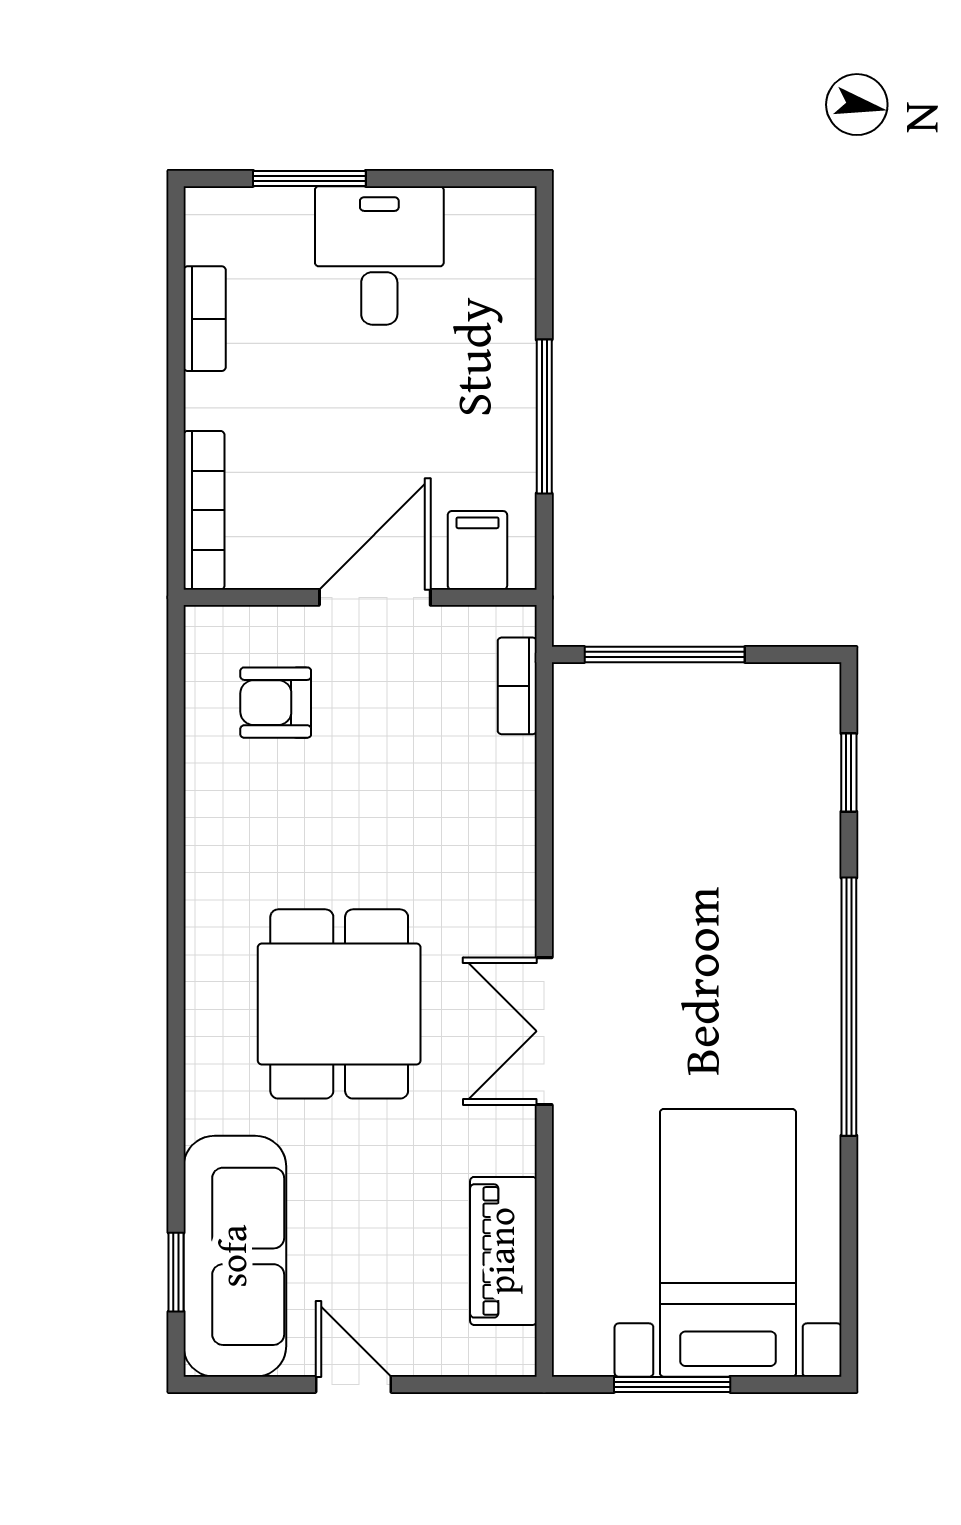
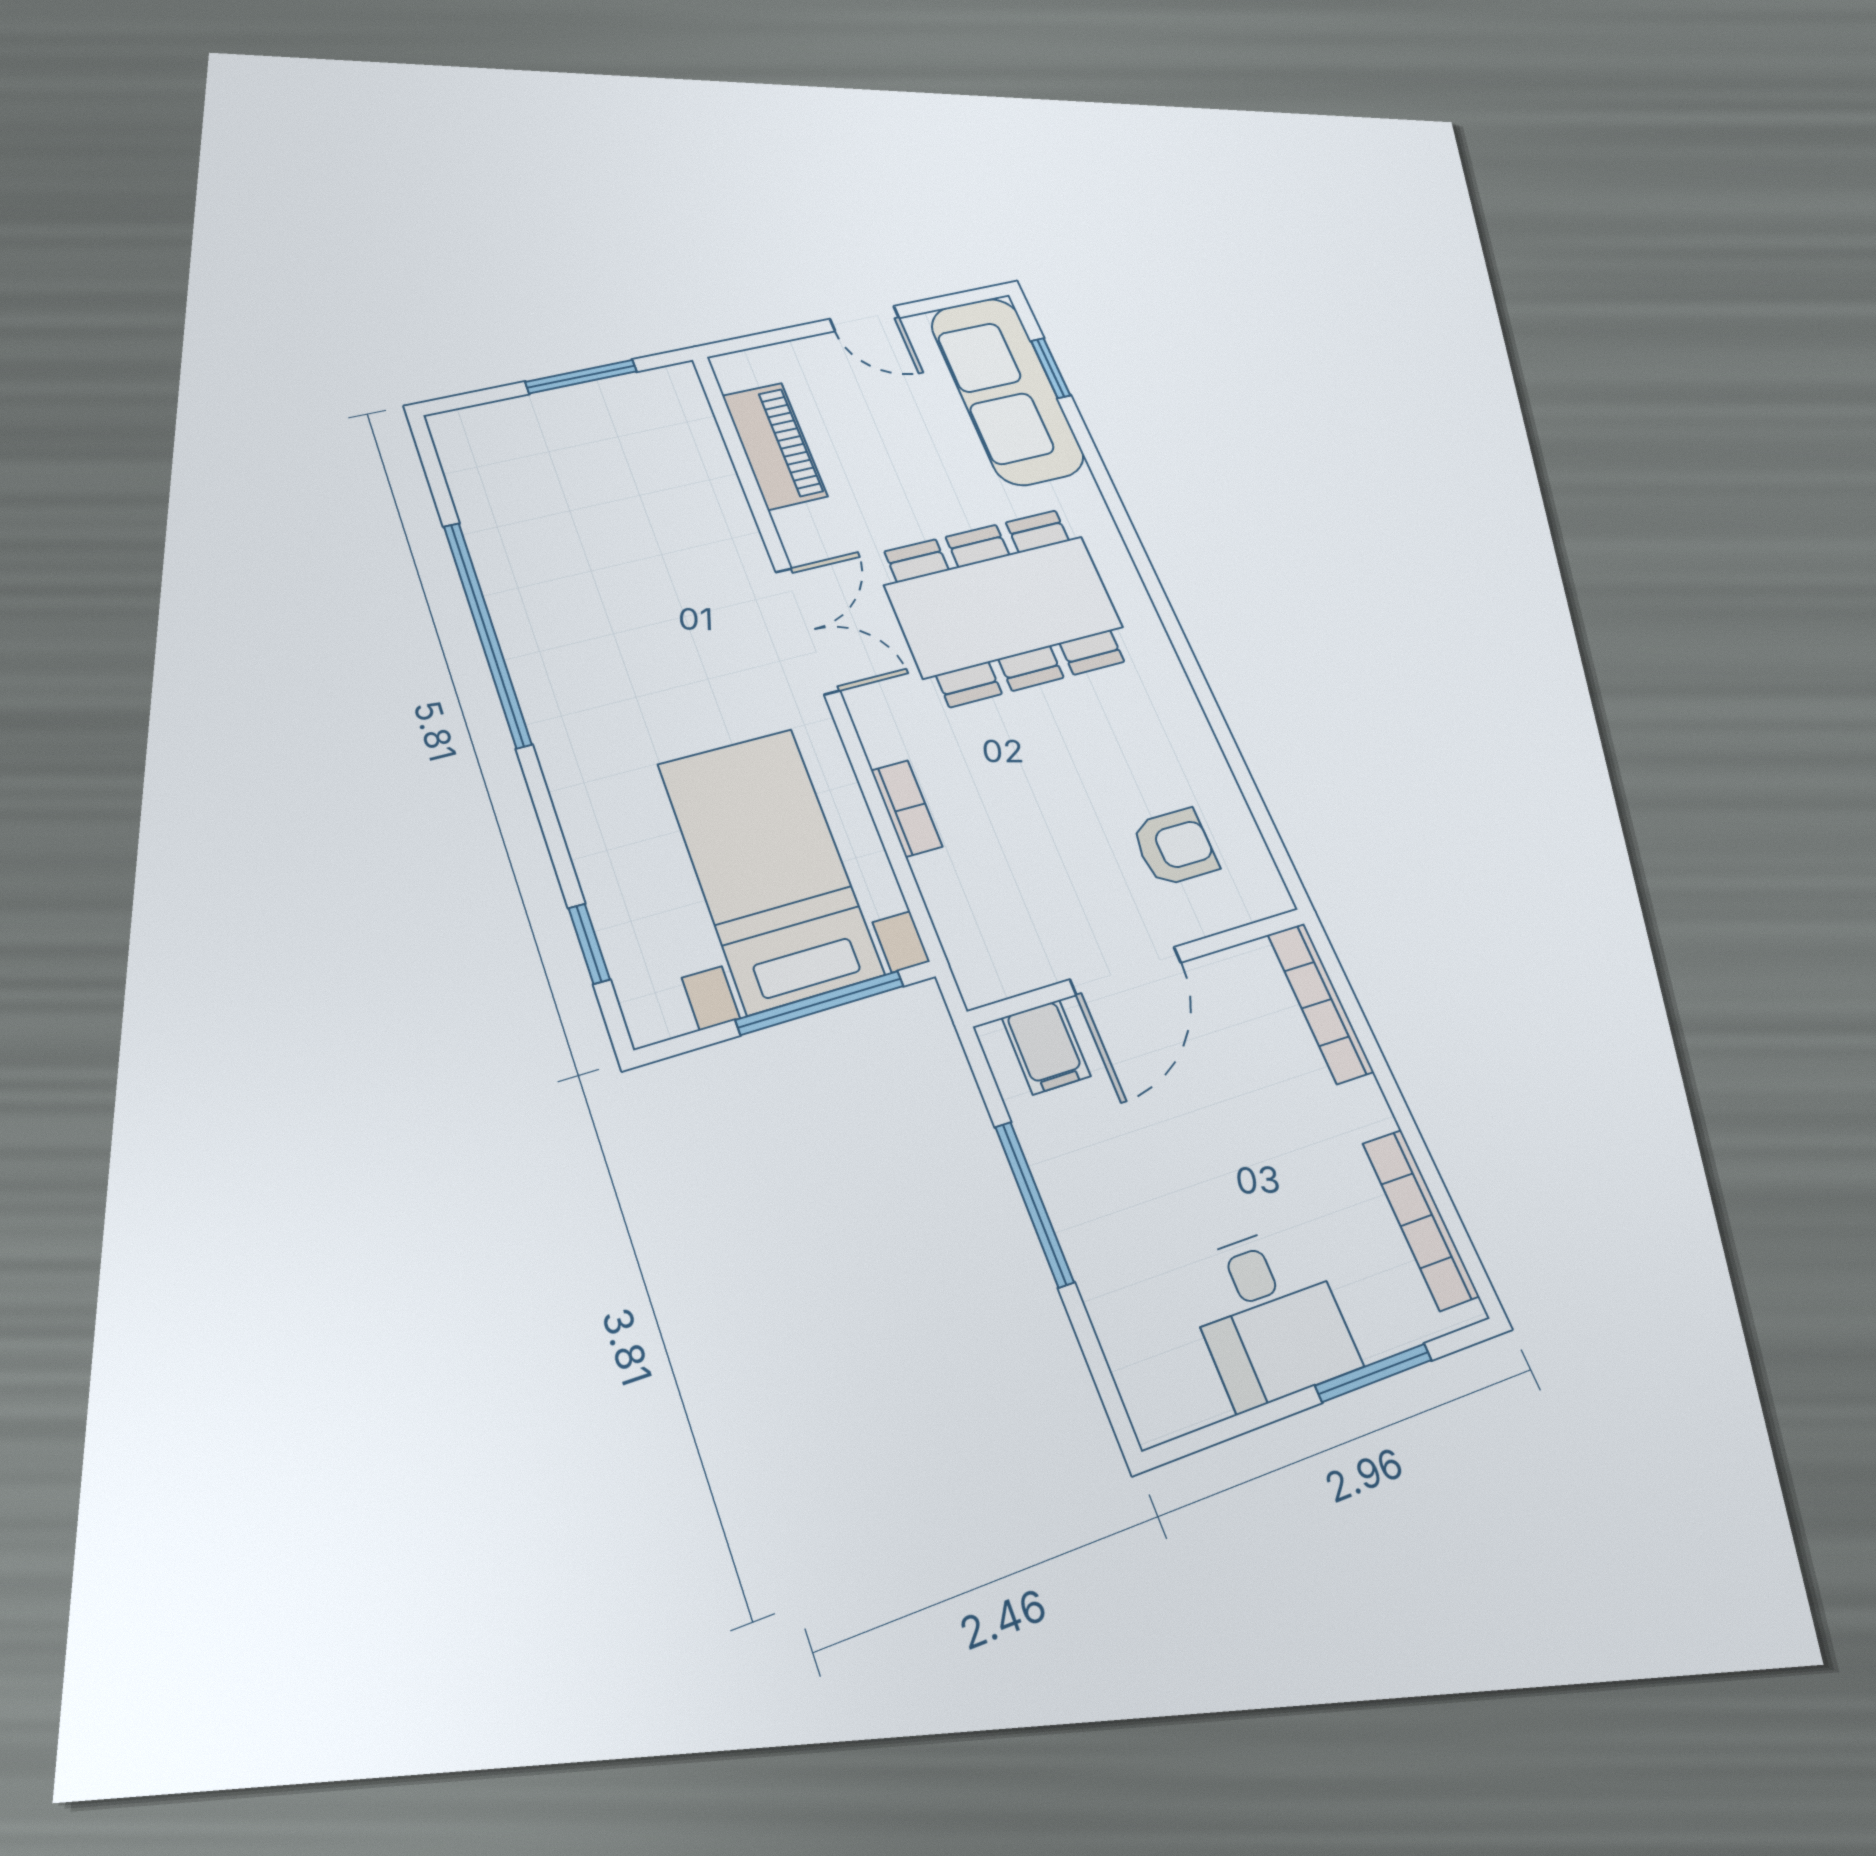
bookcase: (205, 319) -> (1420, 1219), width x1.56
bookcase: (517, 686) -> (906, 808), moved
dining table: (339, 1004) -> (1004, 606), width x1.38
window: (849, 1007) -> (487, 633), moved
bed with nightstands: (728, 1243) -> (770, 868), moved, turned 180

